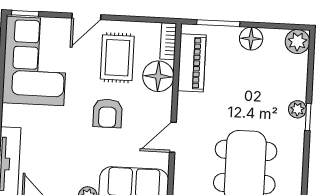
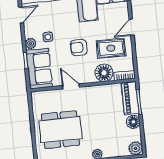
door: (86, 16) -> (132, 27), hinge flipped
piano: (192, 63) -> (130, 98), moved, turned 90
side table: (81, 164) -> (48, 37), added

